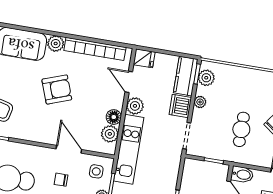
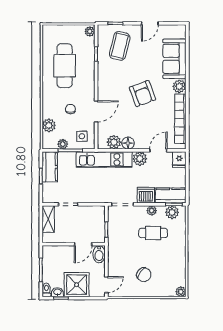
cafe table: (241, 129) -> (153, 233), moved

